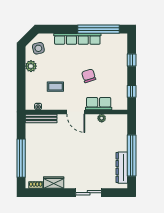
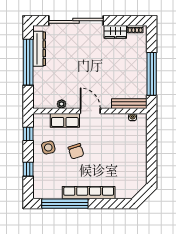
side table: (38, 48) -> (48, 147), moved
plant: (31, 66) -> (141, 162), removed
coffee table: (55, 87) -> (113, 139), removed
window: (21, 158) -> (152, 74), moved
sliding door: (89, 193) -> (76, 21), width x1.86

